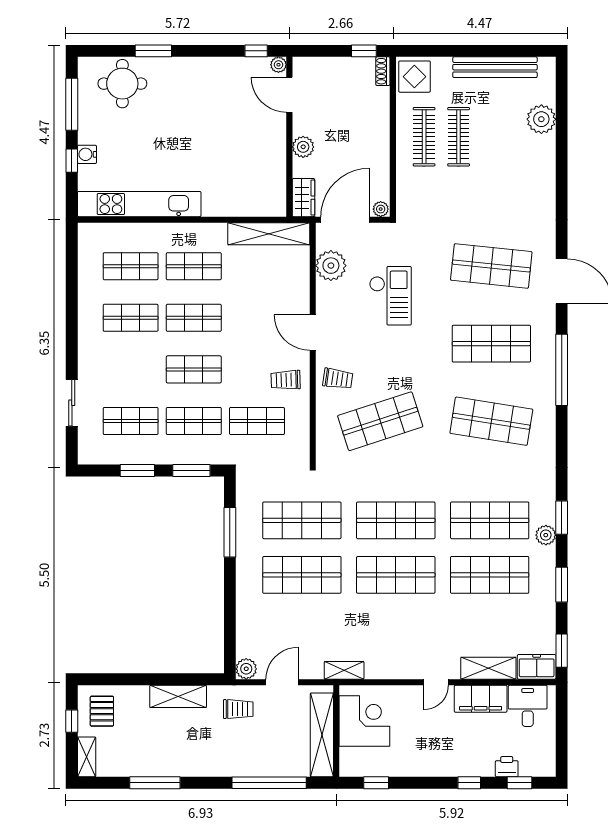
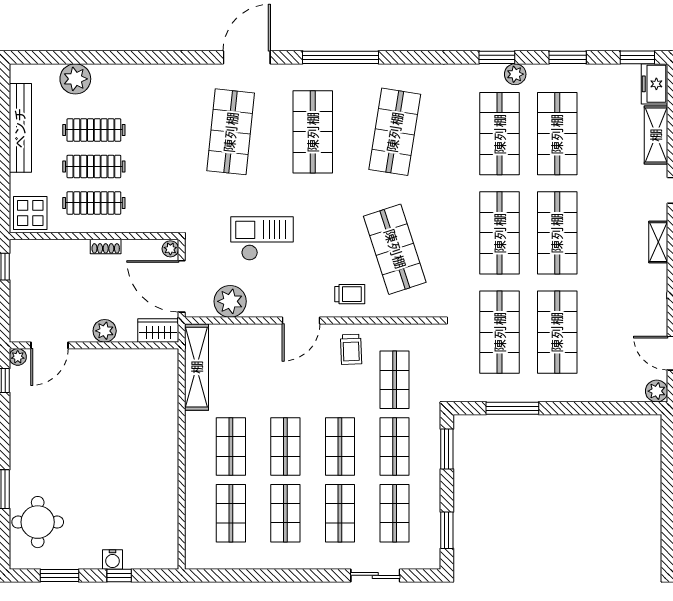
shoe rack: (383, 71) -> (106, 246), moved
window: (72, 104) -> (60, 575), width x0.69
clothes rail: (493, 137) -> (94, 130), added
kitchen unit: (139, 204) -> (165, 504), removed
shop shelf: (131, 369) -> (340, 513), added
trolley: (338, 379) -> (350, 294), turned 82
window: (137, 470) -> (447, 530), moved
shelving: (344, 670) -> (658, 242), moved

